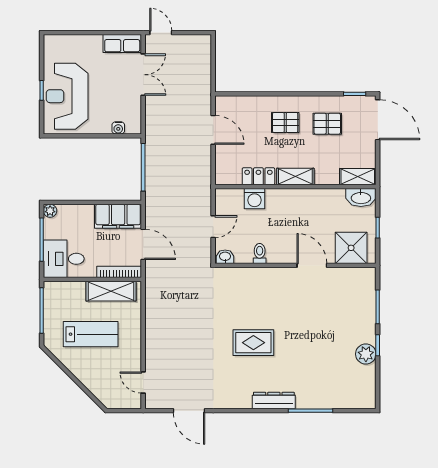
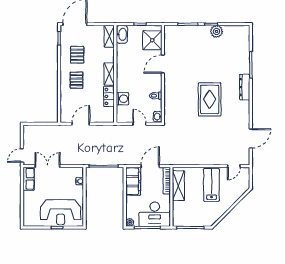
desk: (64, 259) -> (155, 214), width x1.37
lab bench: (91, 334) -> (212, 185), moved
rug: (253, 343) -> (210, 99), width x1.36, depth x1.43

